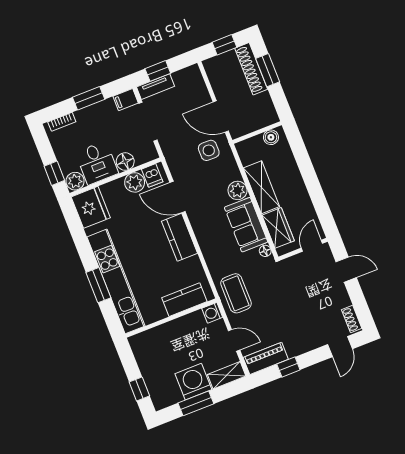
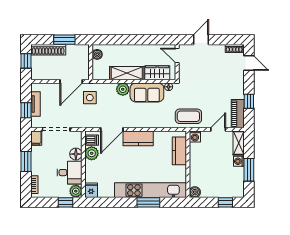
window: (268, 70) -> (64, 40), moved
tv unit: (156, 87) -> (35, 104), moved
fridge: (91, 207) -> (91, 190), width x0.53, depth x0.75
boiler: (137, 342) -> (195, 192), added
washing machine: (193, 382) -> (239, 161), width x0.53, depth x0.53

